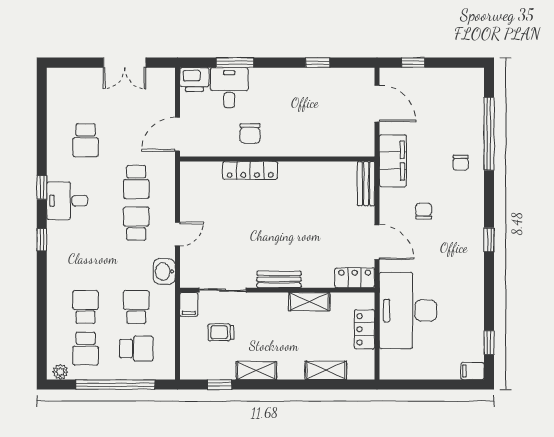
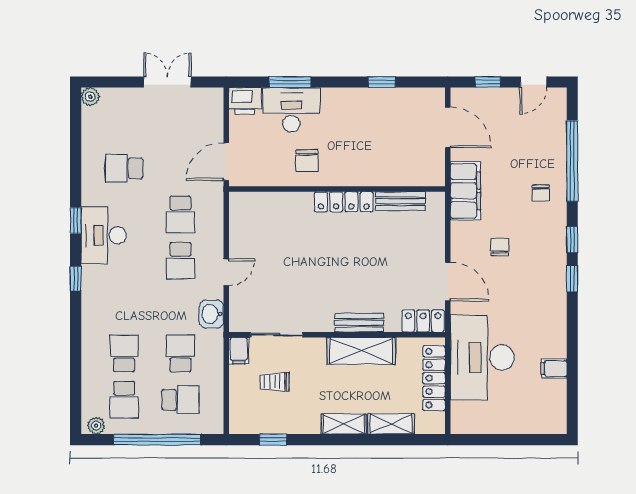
double door: (125, 63) -> (167, 82), swing flipped
door: (454, 63) -> (533, 82), added
plant: (55, 76) -> (90, 97), added
desk: (229, 88) -> (291, 110), width x1.37
school desk: (86, 140) -> (124, 168), turned 90
locker: (250, 170) -> (344, 202), moved
bench: (366, 184) -> (401, 201), moved, turned 90
desk: (67, 201) -> (104, 235), width x1.37
school desk: (136, 224) -> (180, 261), turned 180
bench: (279, 279) -> (359, 323), moved
shelving: (309, 302) -> (361, 351), width x1.50, depth x1.33
locker: (365, 329) -> (434, 378), width x1.53
window: (489, 343) -> (572, 240), moved
shelving: (256, 371) -> (344, 424), moved
filing cabinet: (473, 371) -> (554, 369), moved

